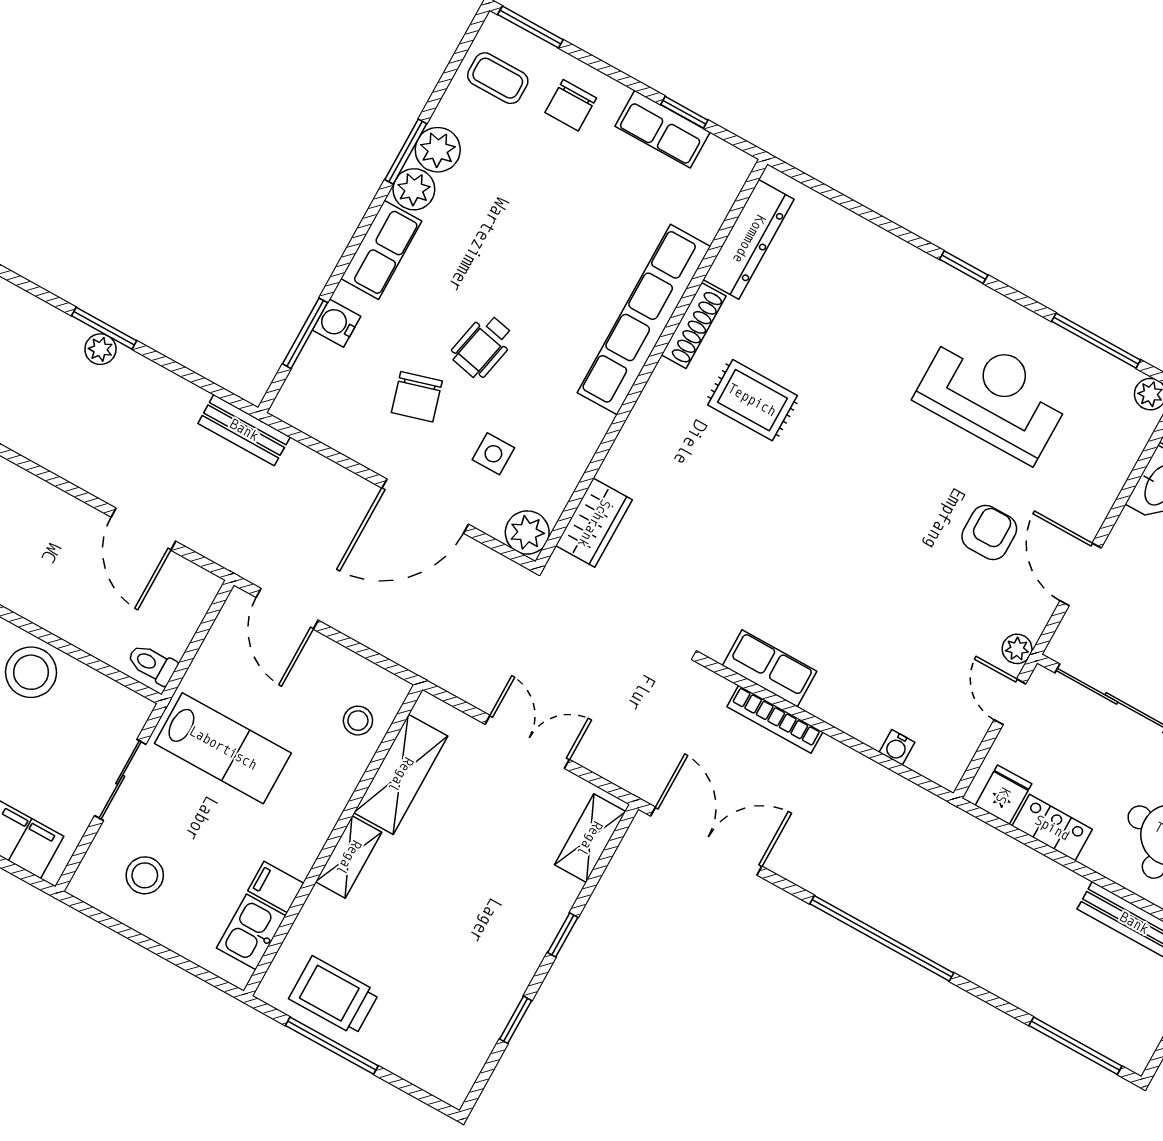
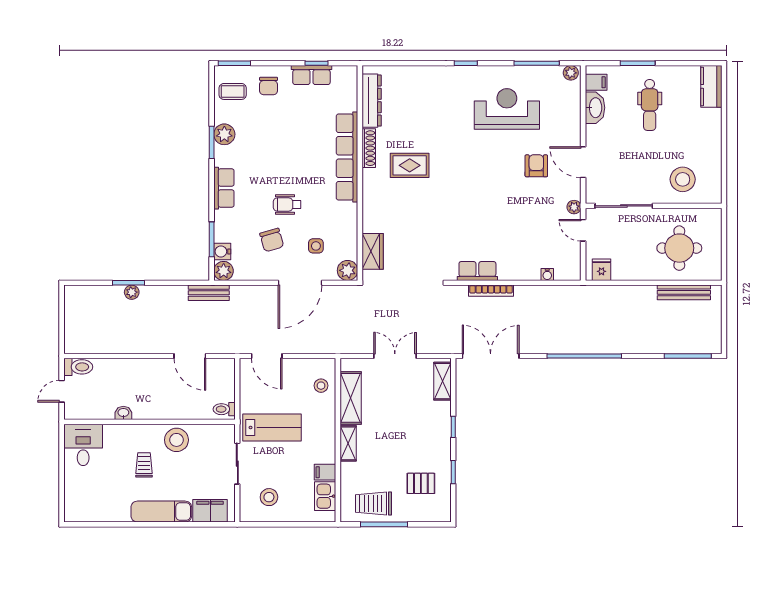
plant: (414, 189) -> (224, 271), moved
water cooler: (336, 323) -> (222, 251), moved
wheelchair: (483, 346) -> (287, 204), turned 78
locker: (1052, 828) -> (629, 272), removed
pallet: (444, 1007) -> (421, 483), added

